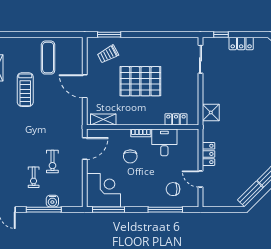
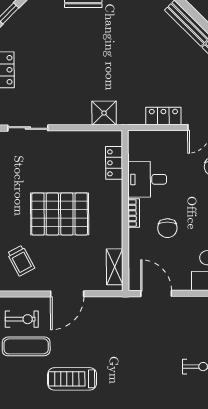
pallet: (140, 81) -> (60, 214), turned 90
treadmill: (25, 90) -> (72, 379), turned 180
chair: (130, 156) -> (167, 228), turned 90
exercise bike: (52, 161) -> (22, 319), moved

